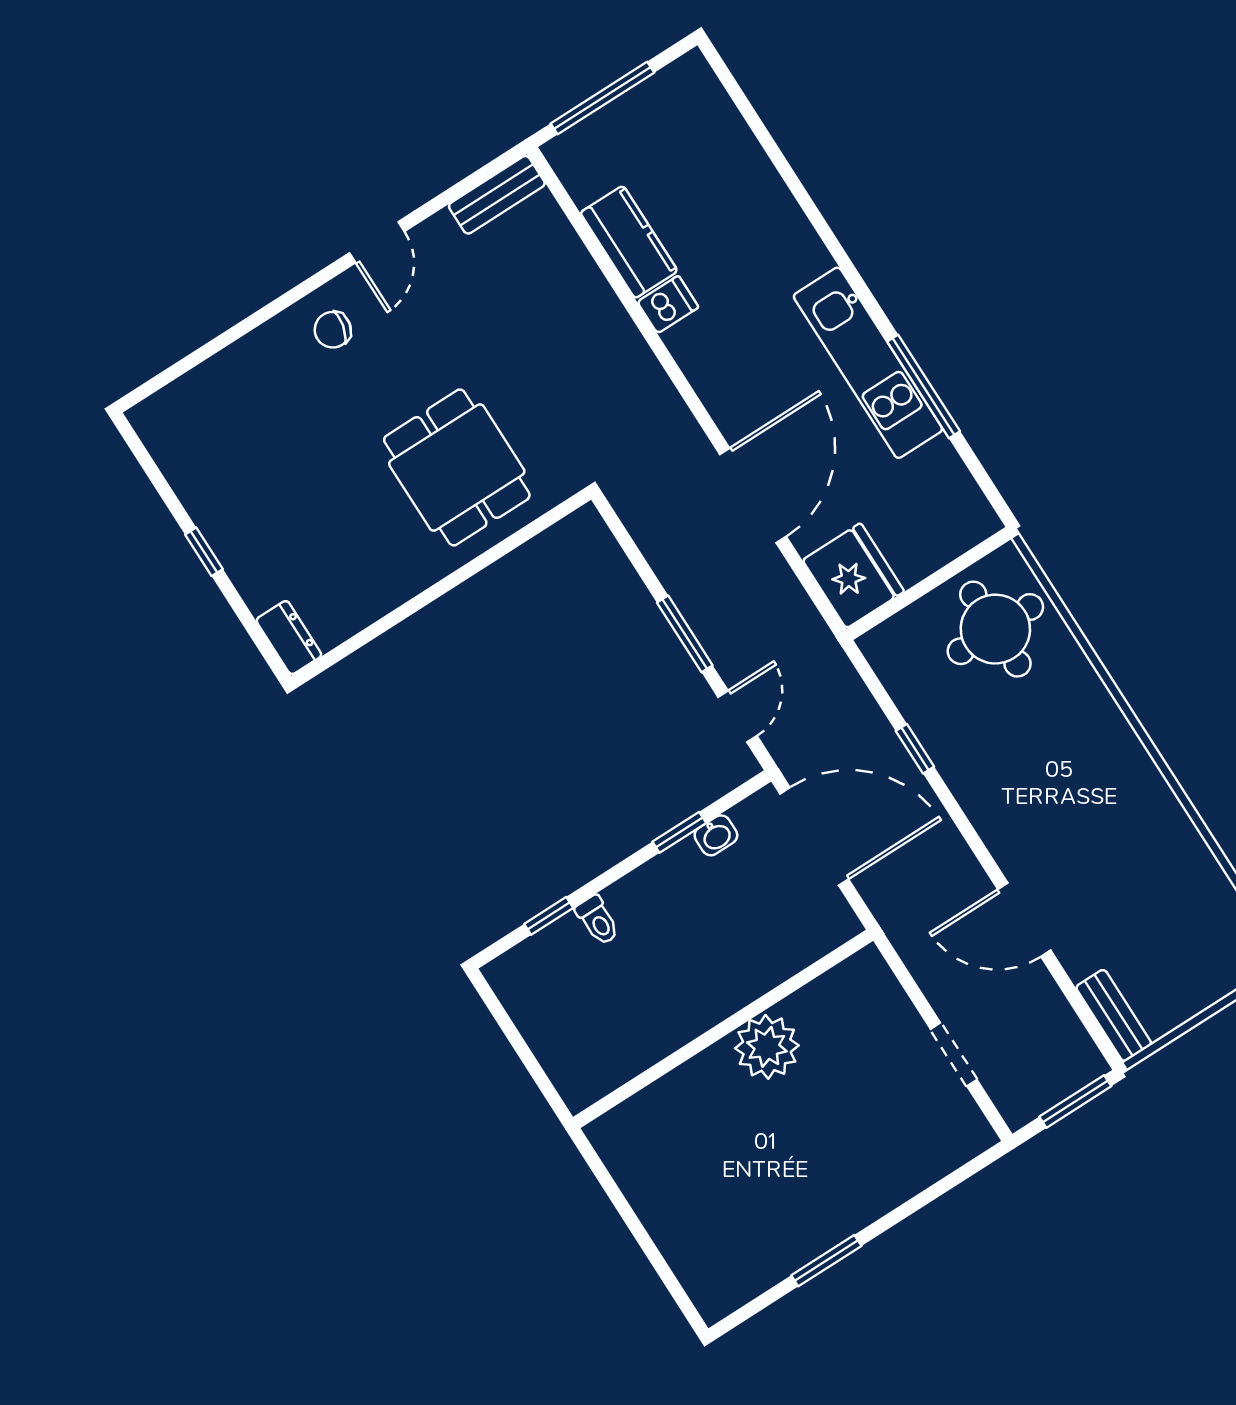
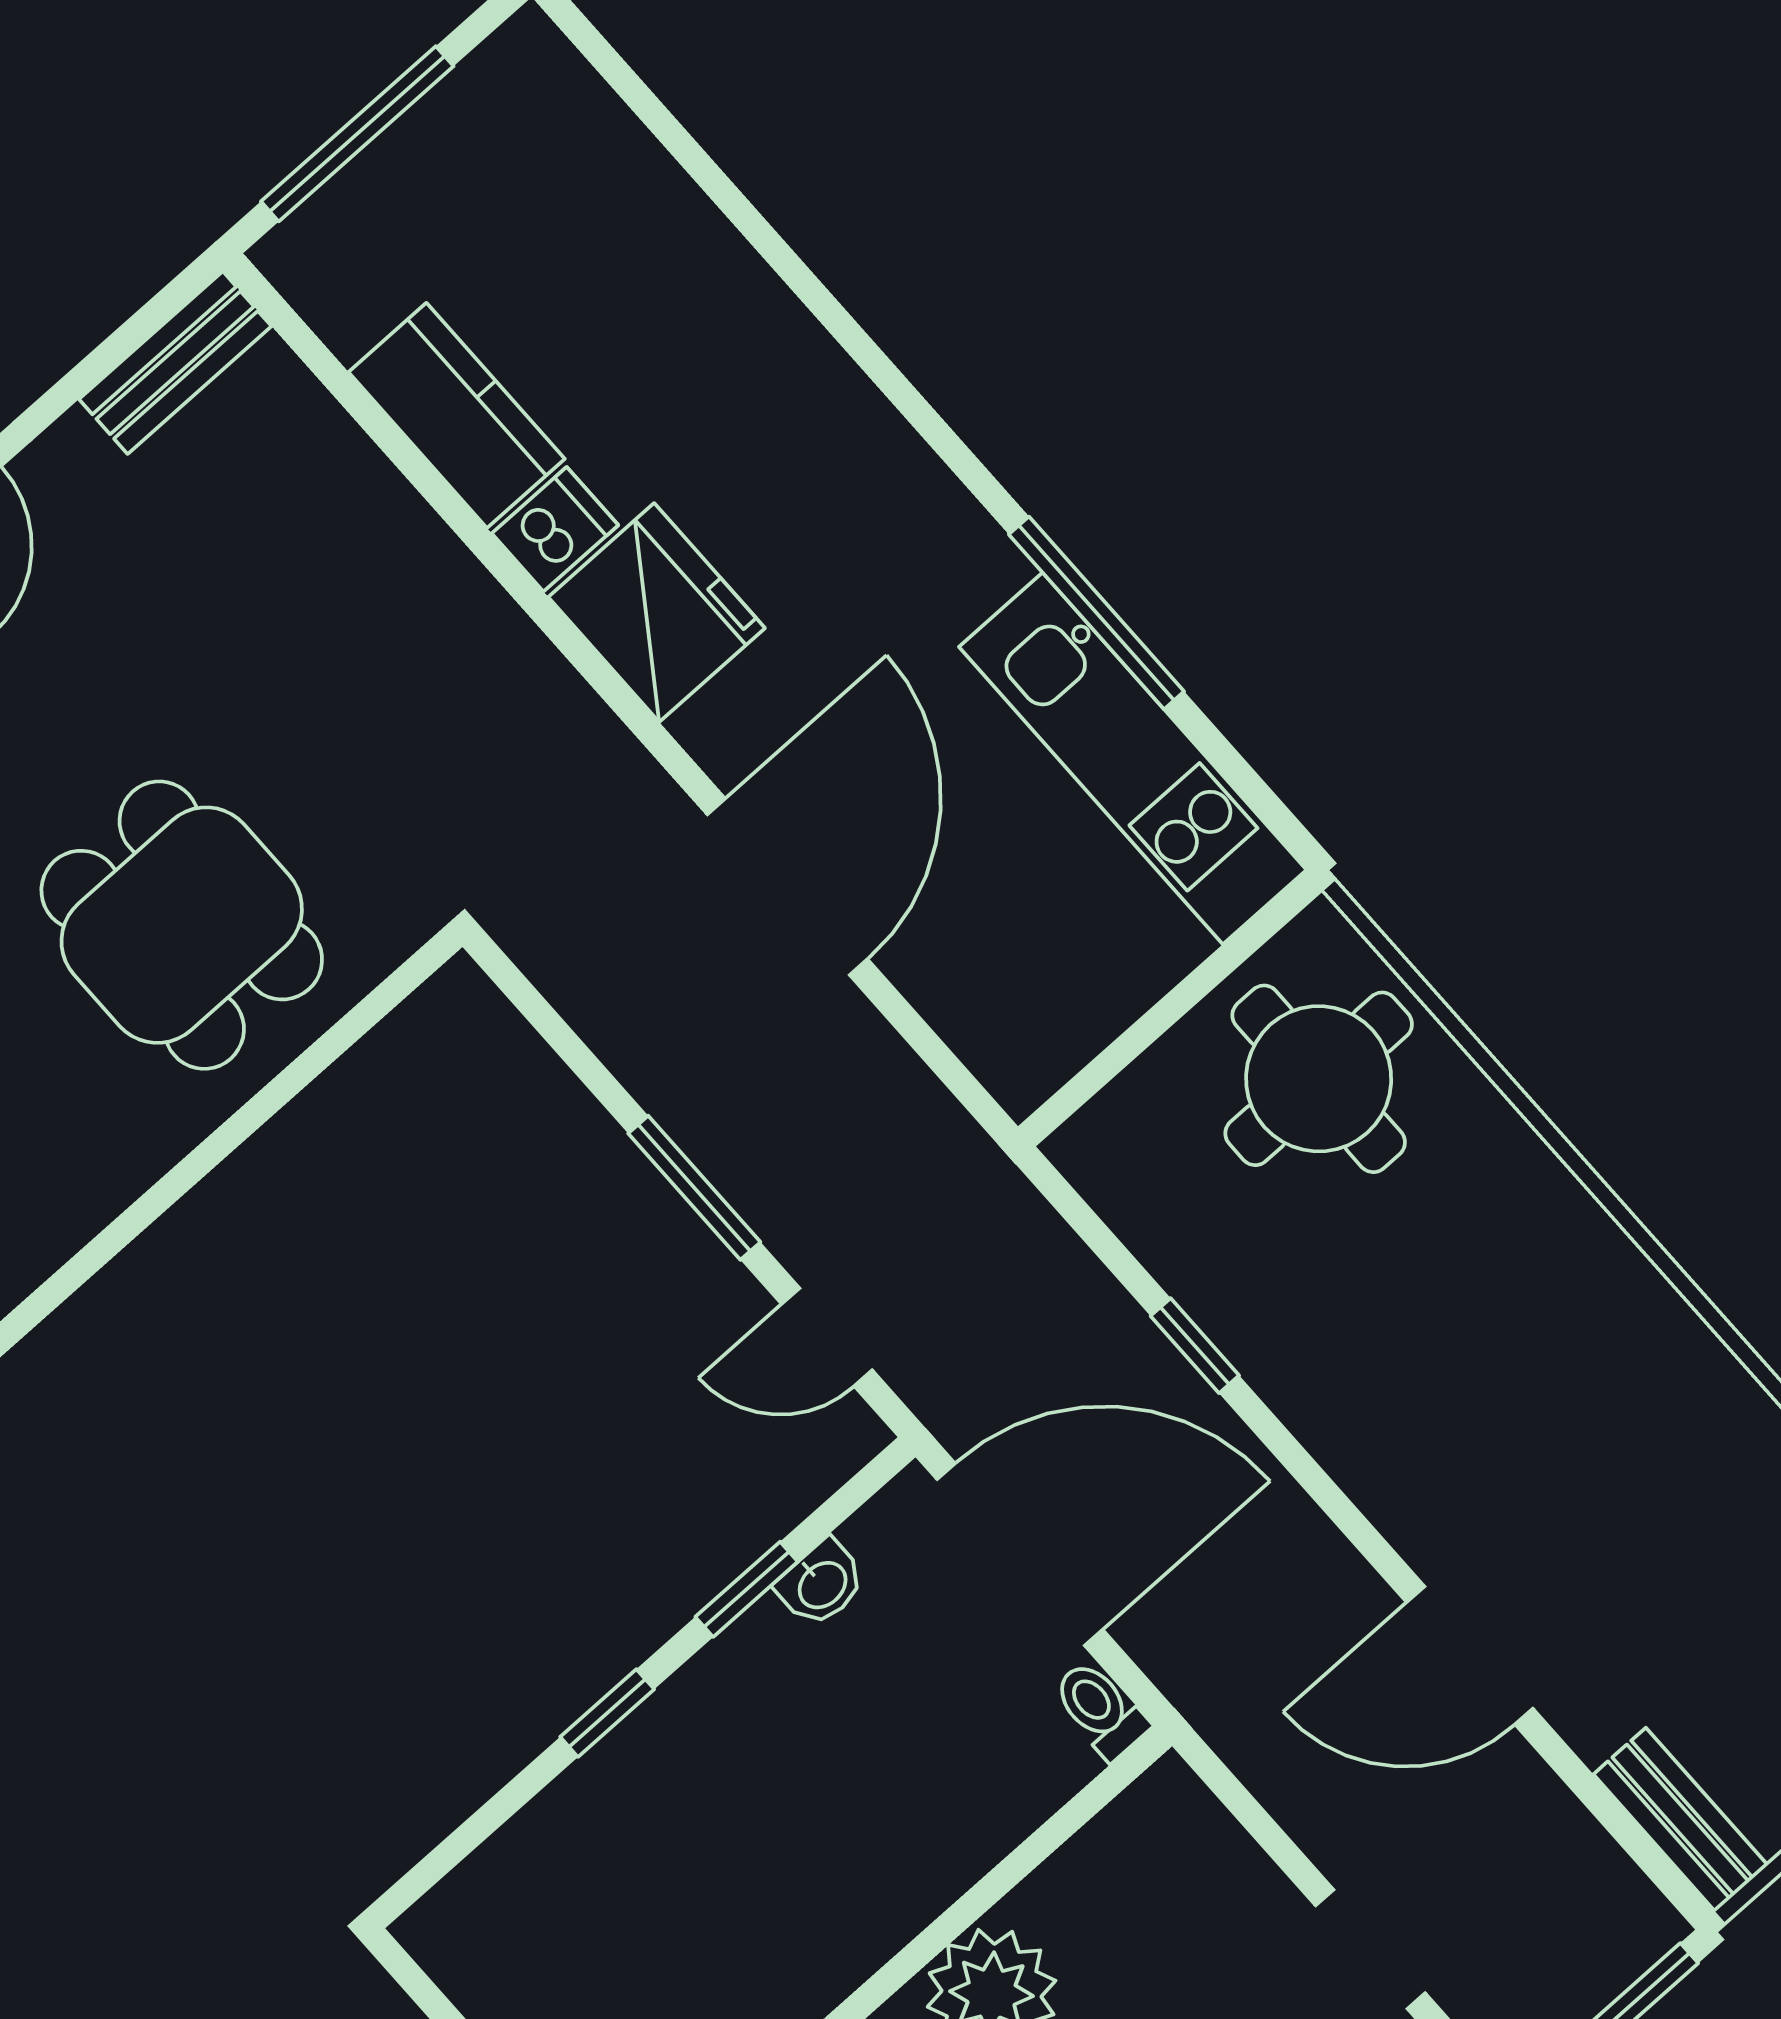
kitchen unit: (868, 363) -> (1133, 758), moved
fridge: (853, 576) -> (657, 613), moved
door: (738, 716) -> (827, 1337), swing flipped
window: (549, 916) -> (607, 1713), moved
toilet: (598, 920) -> (1100, 1710), moved, turned 180

